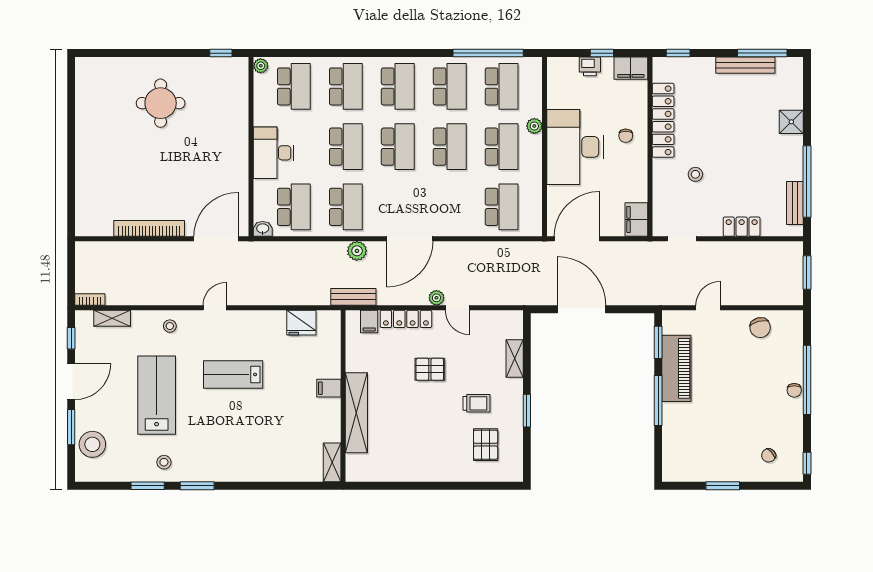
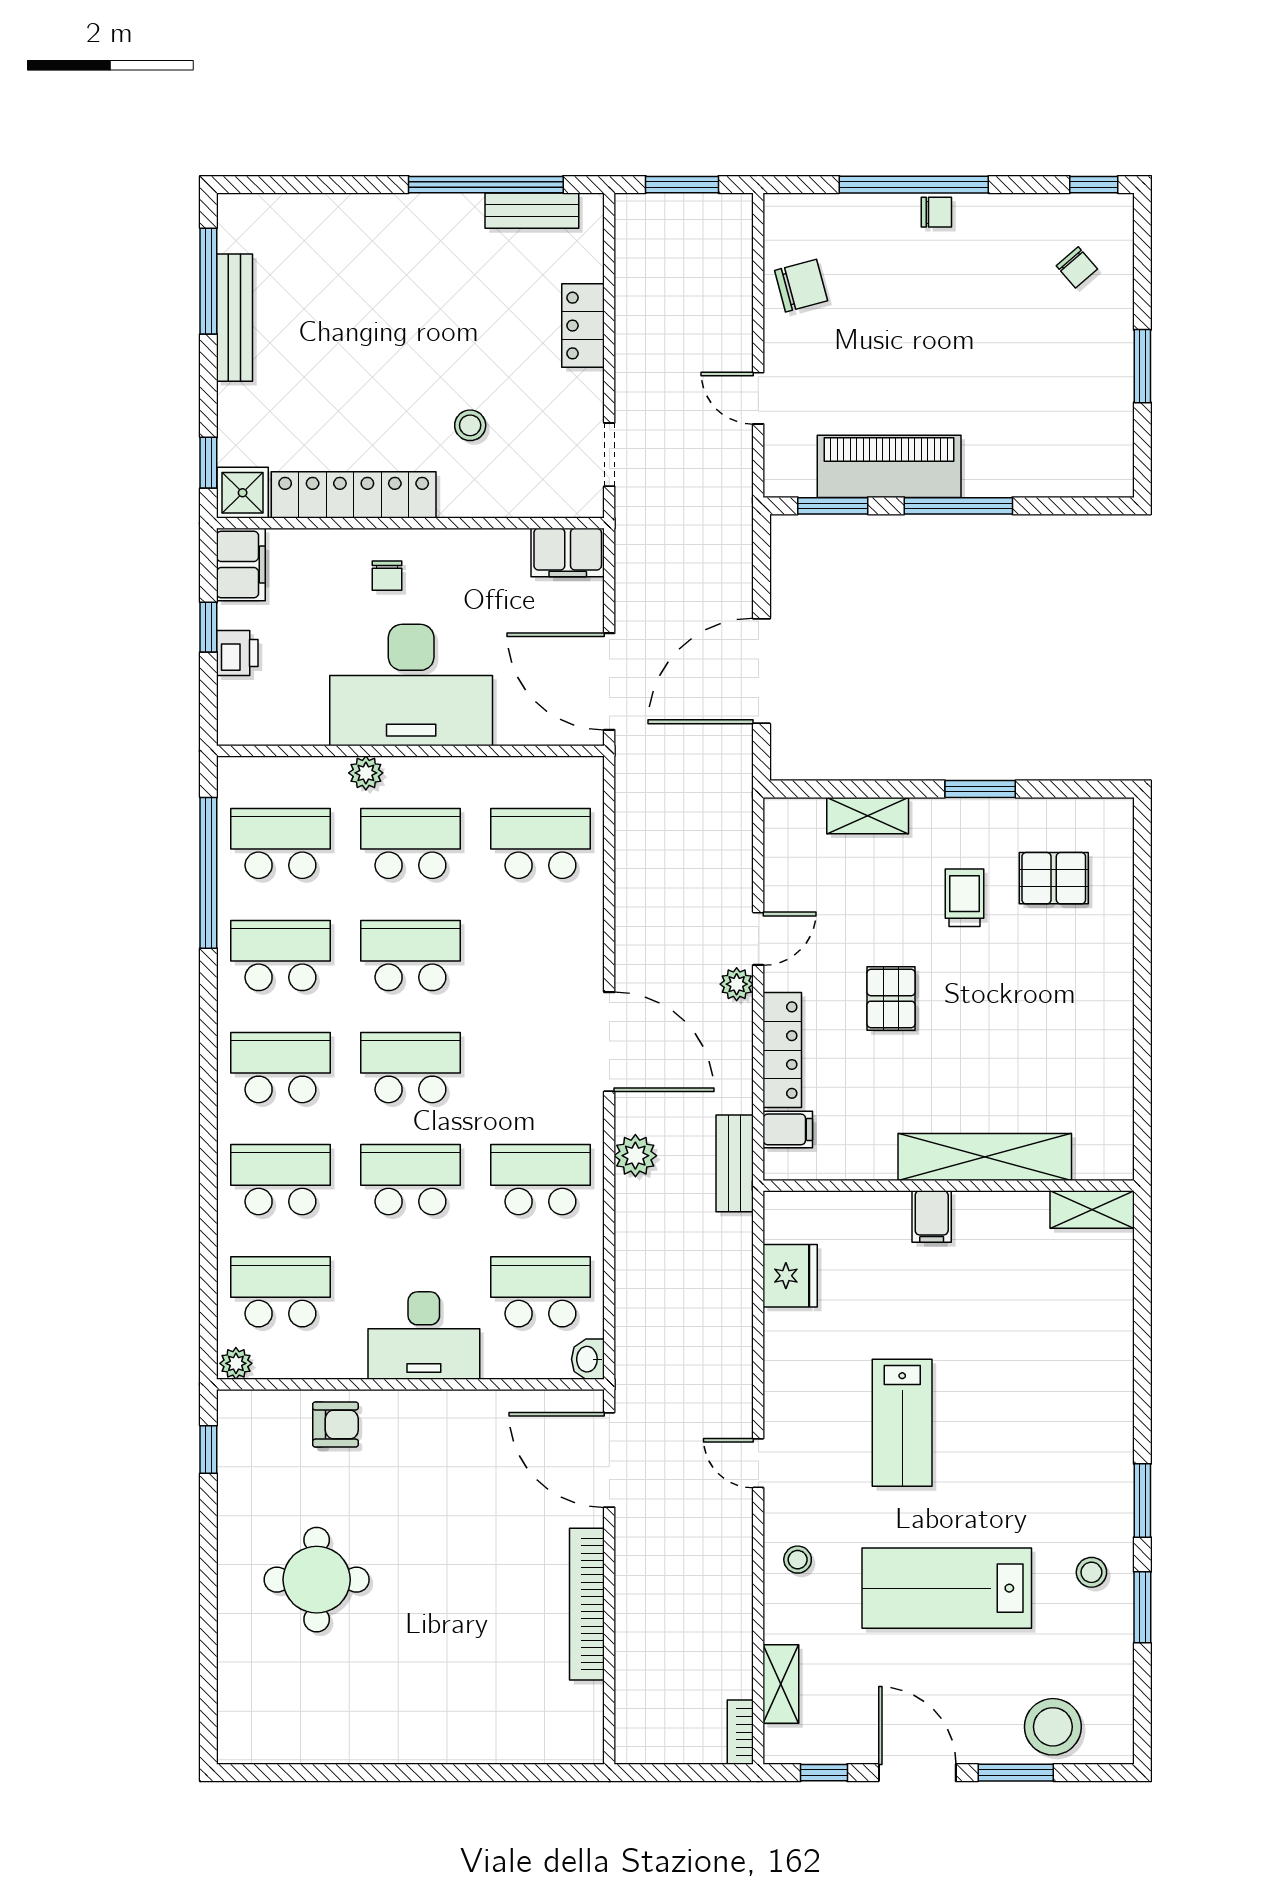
armchair: (232, 112) -> (335, 1425), added
shower: (791, 122) -> (243, 493), moved
chair: (626, 136) -> (387, 576), turned 90

